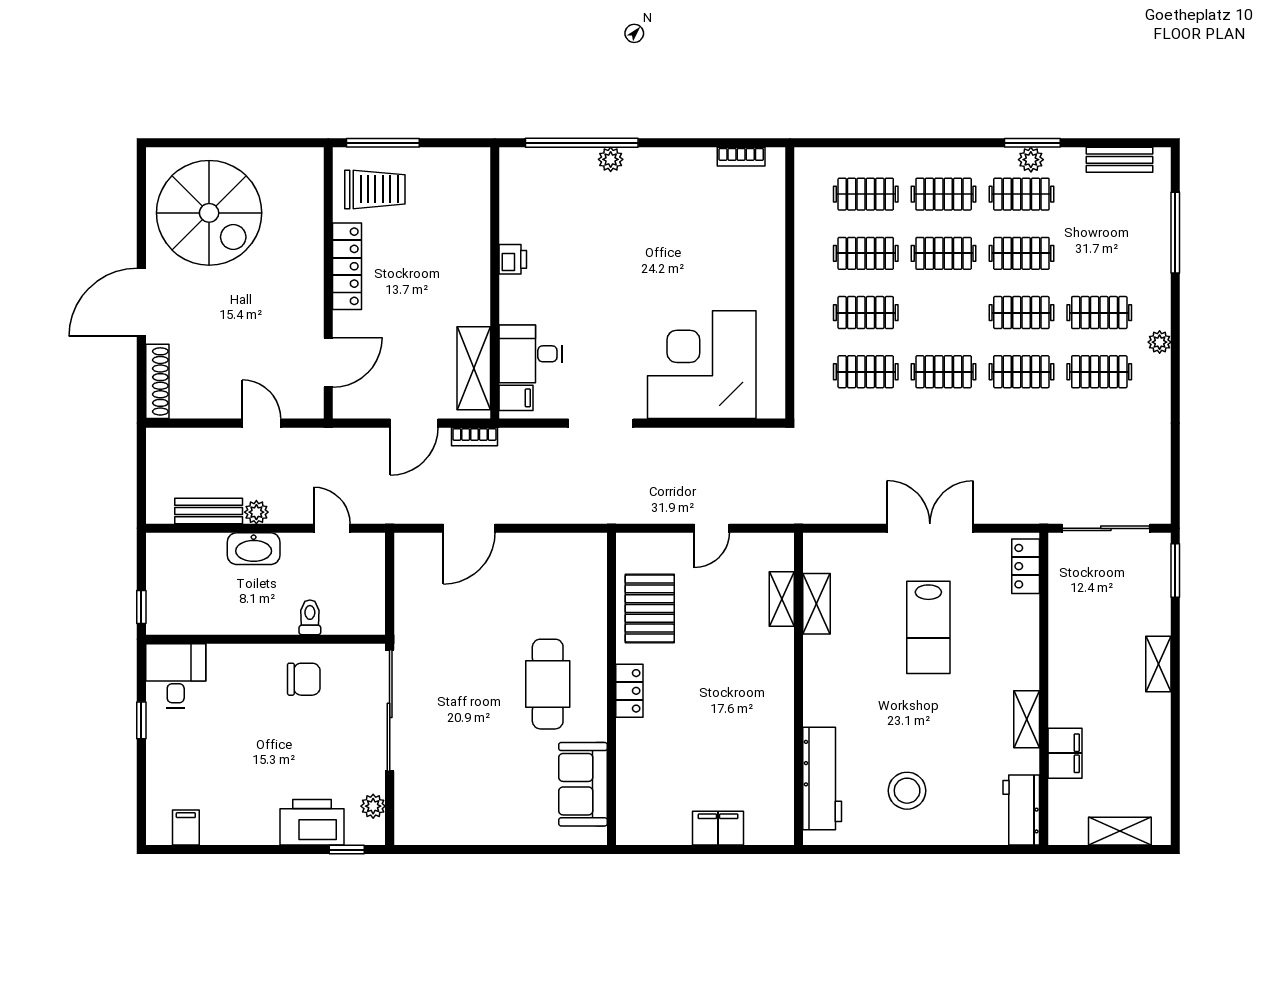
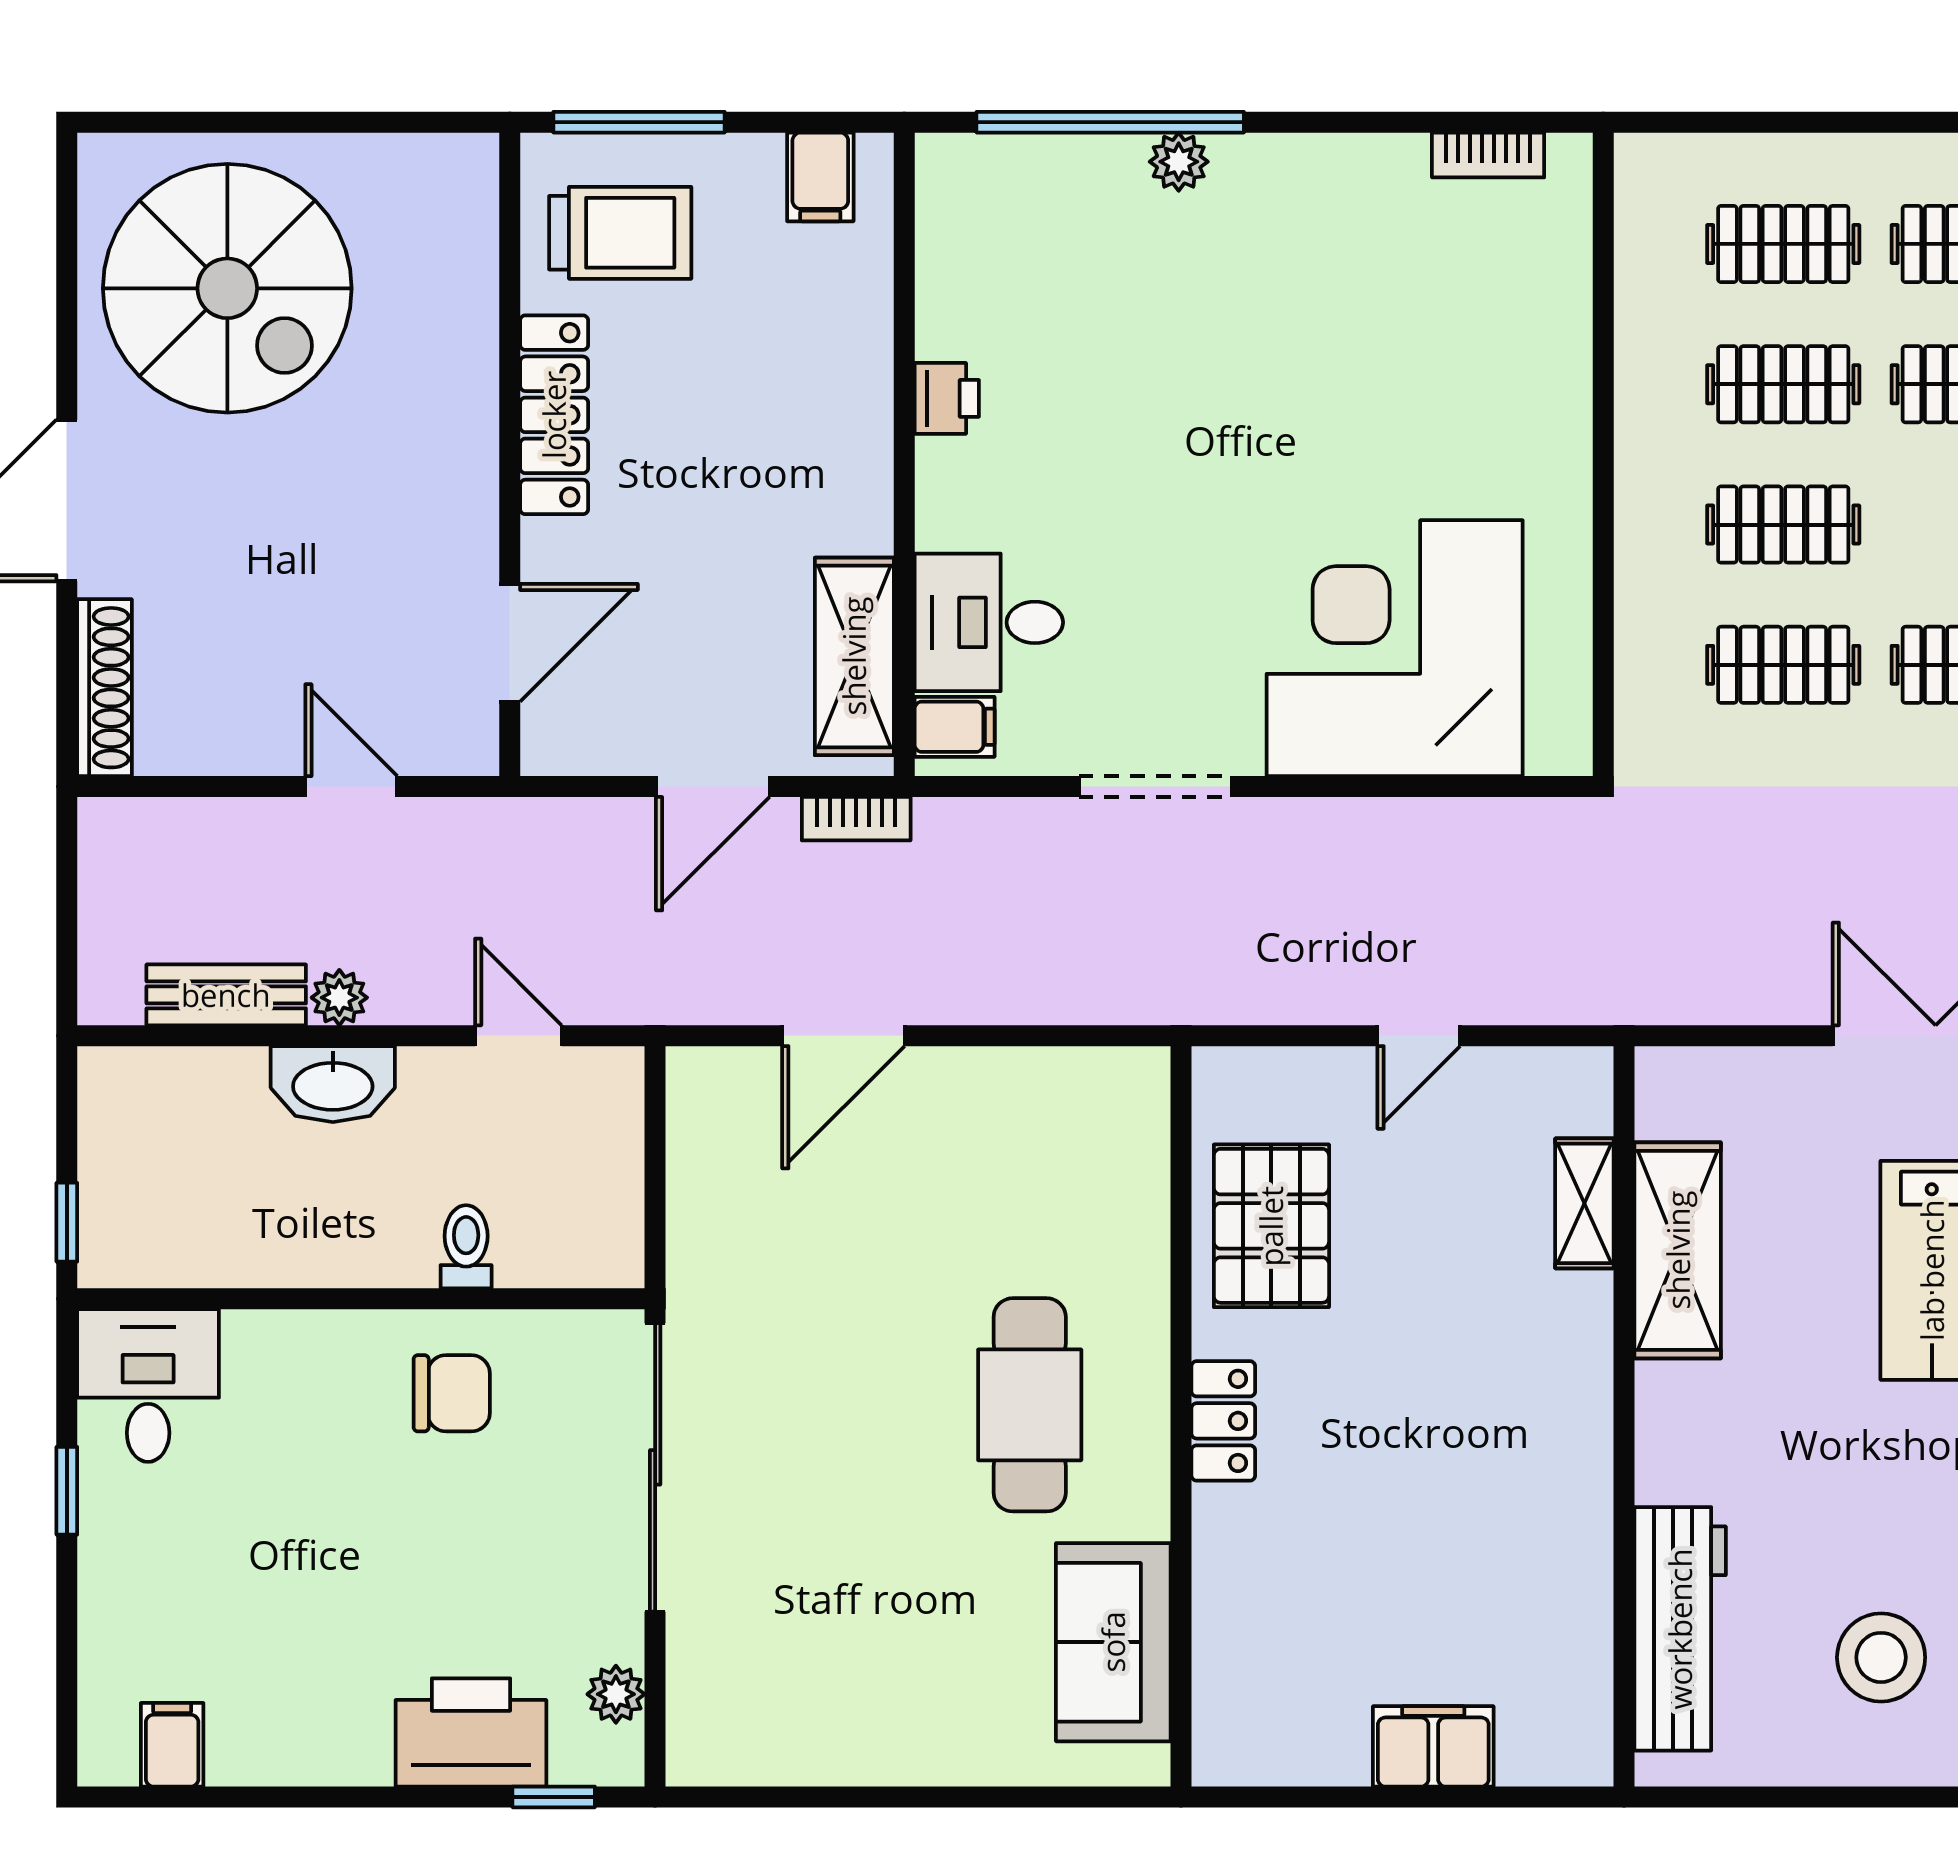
filing cabinet: (459, 166) -> (820, 177), added
shelving: (817, 604) -> (1678, 1250), width x1.50, depth x1.33

